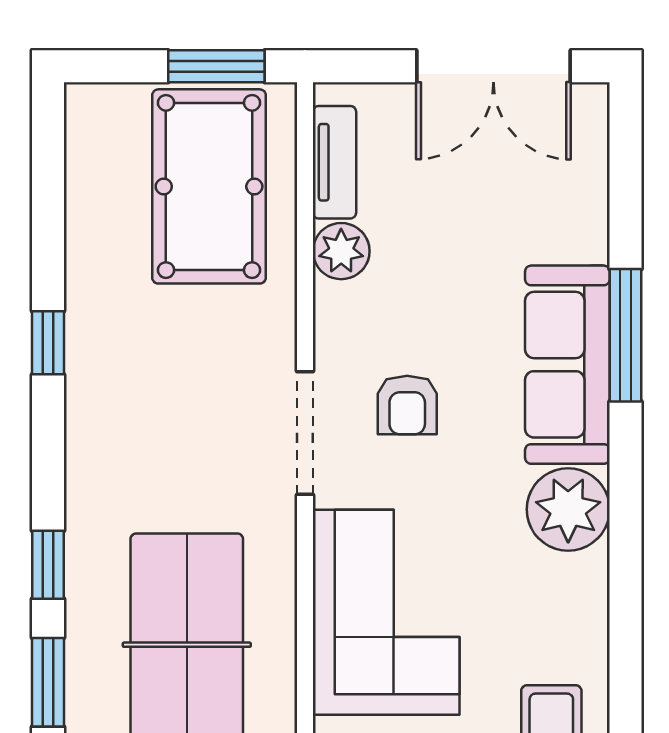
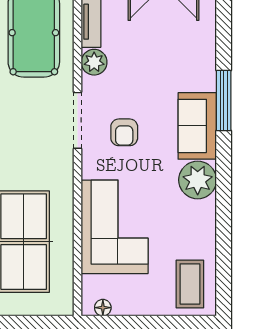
sofa: (567, 365) -> (197, 126), width x0.73
doorway: (305, 433) -> (78, 120), moved

